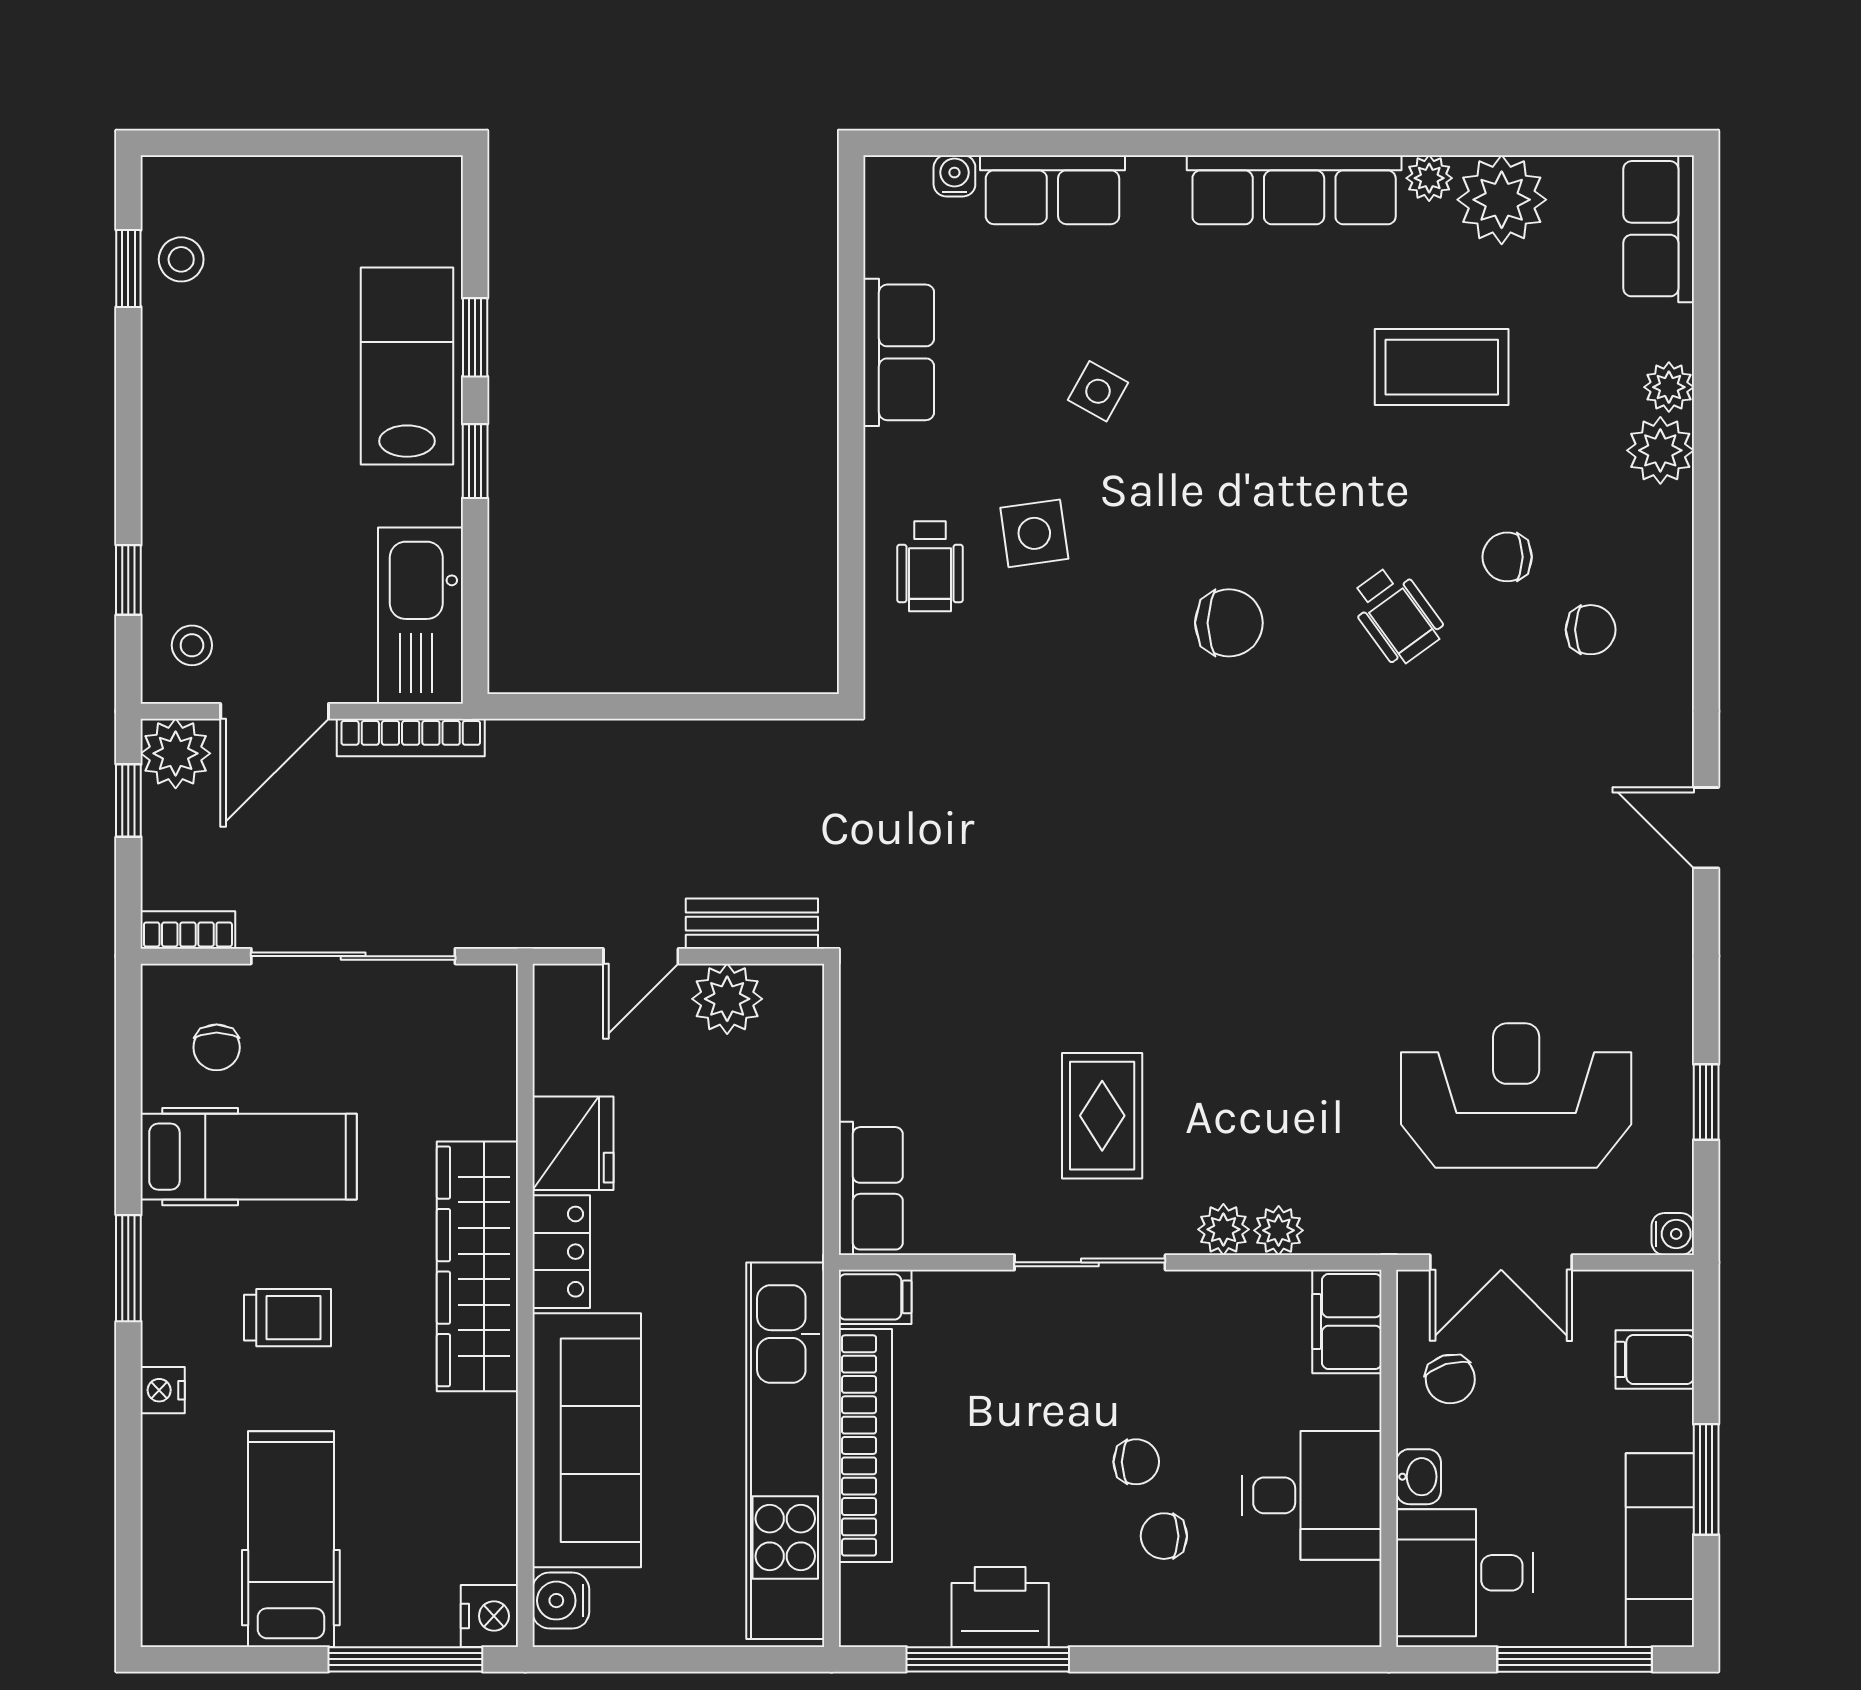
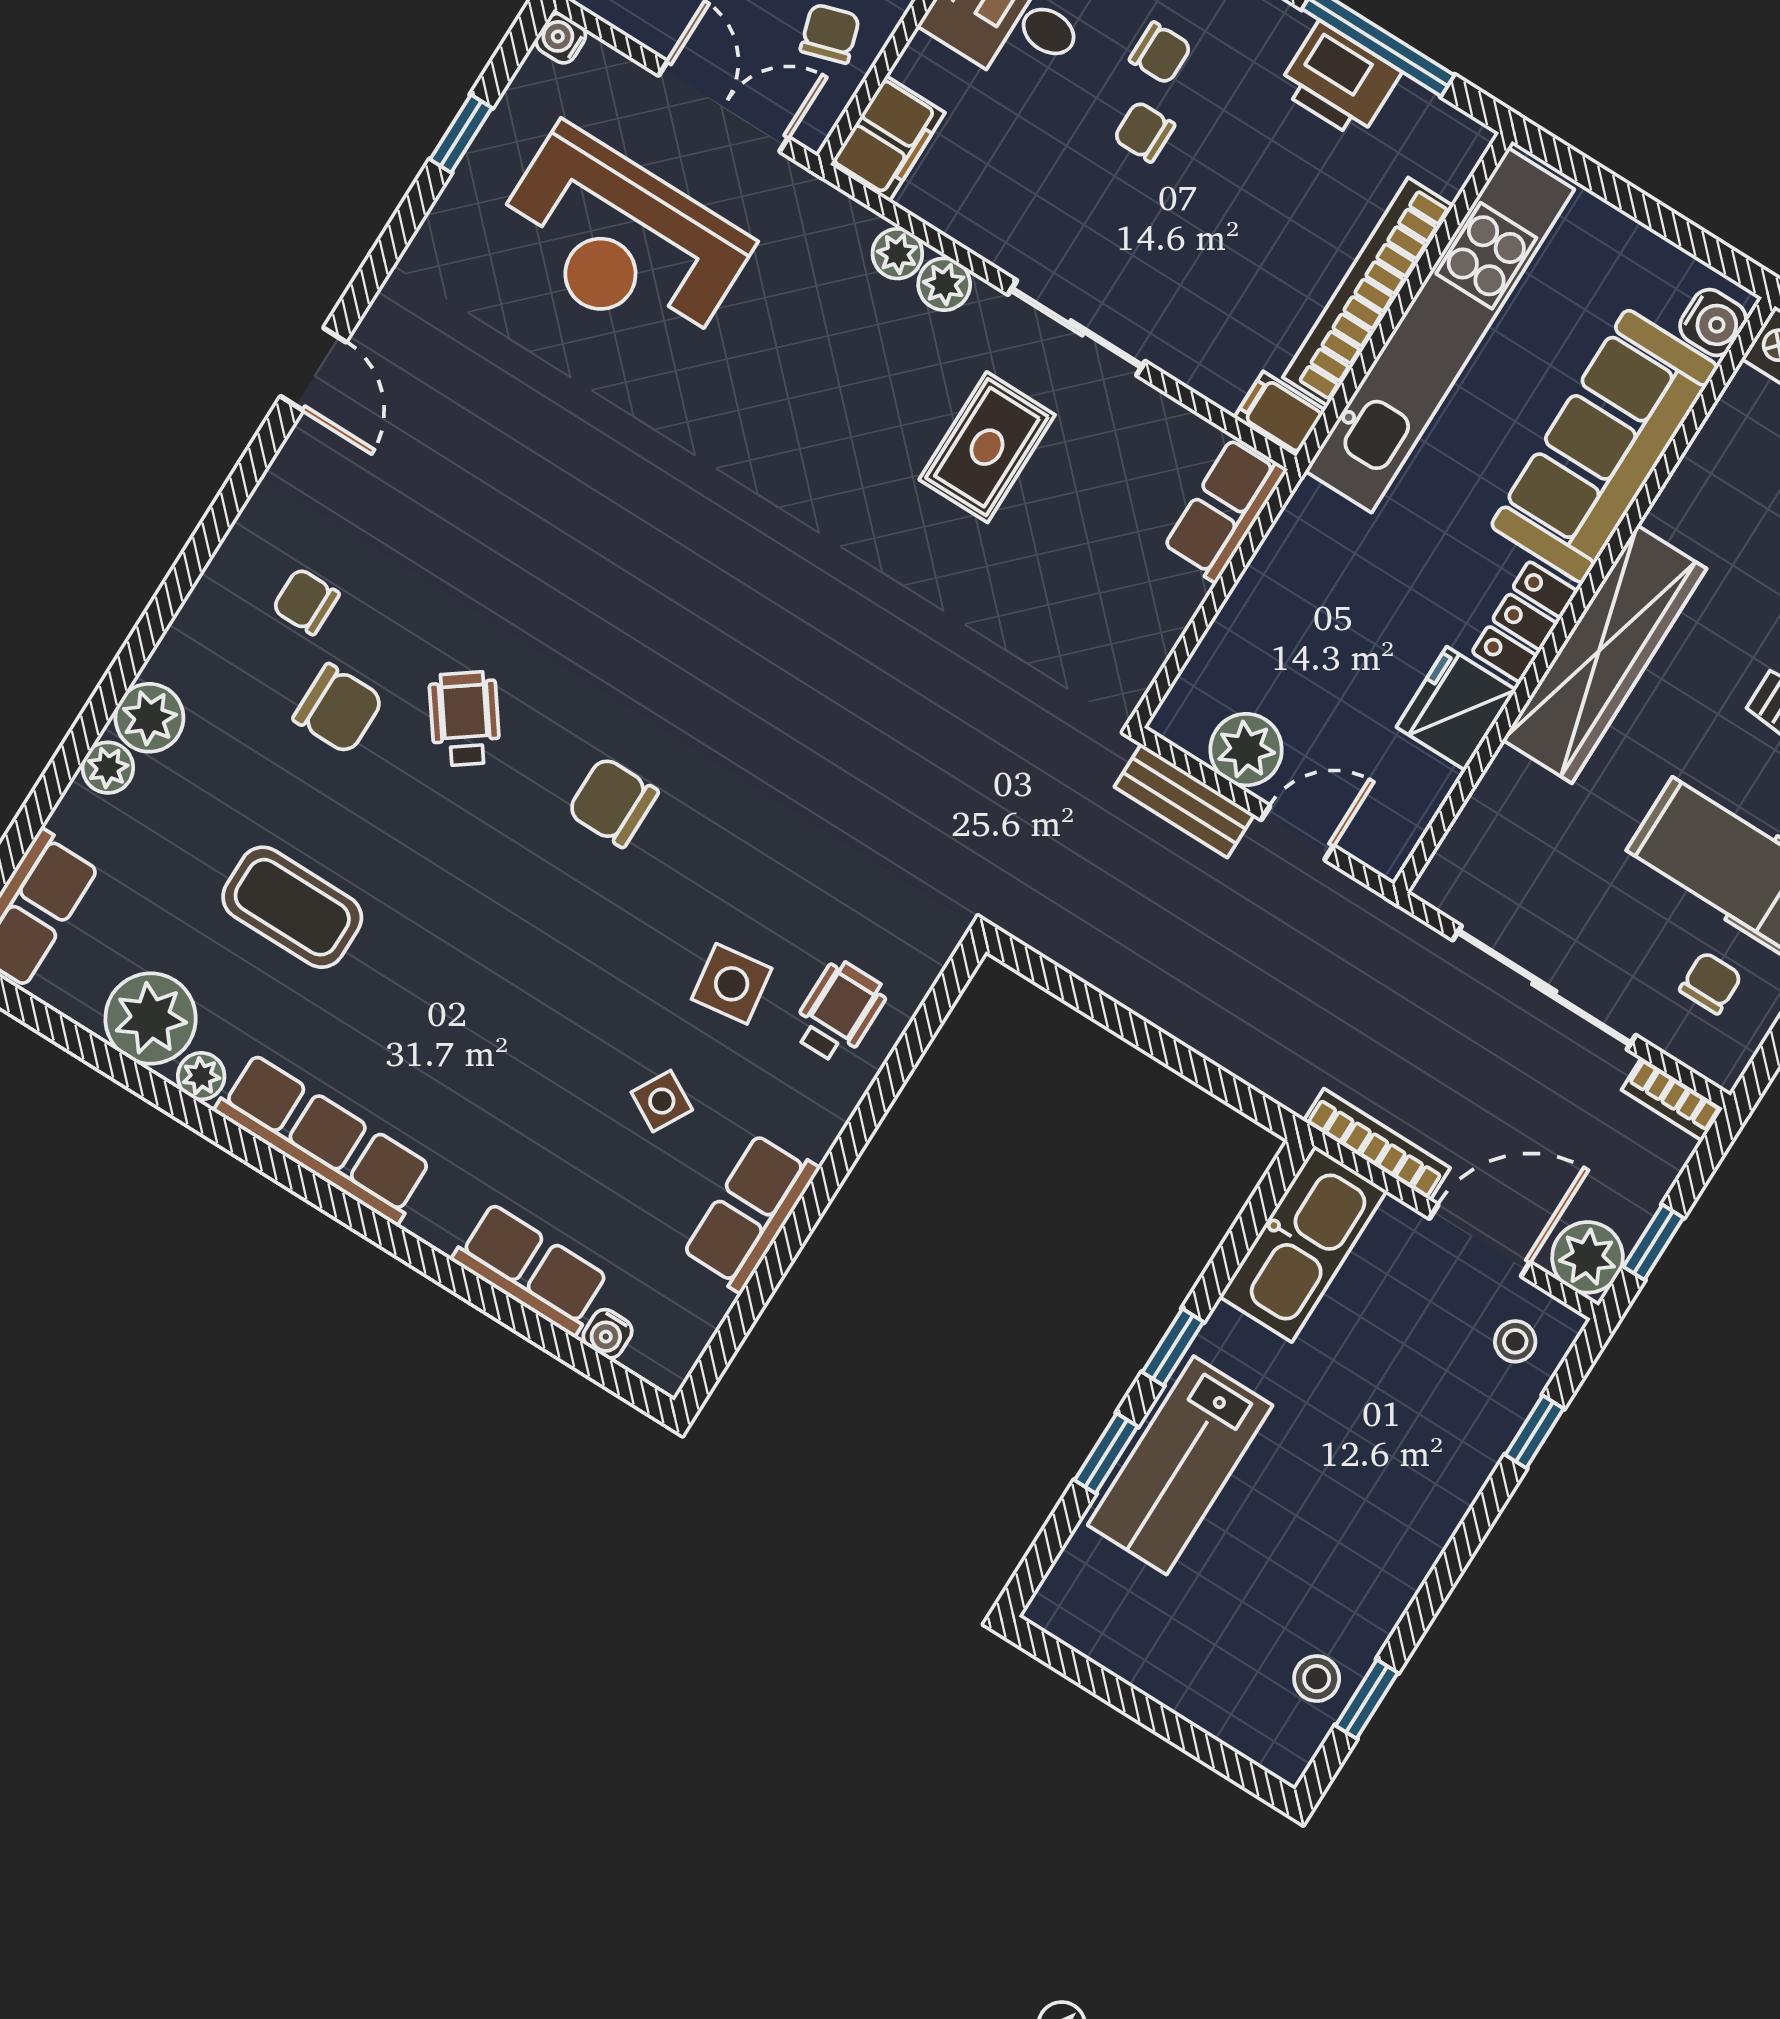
side table: (1098, 391) -> (662, 1101), moved
chair: (1507, 557) -> (338, 709), width x1.37, depth x1.37

